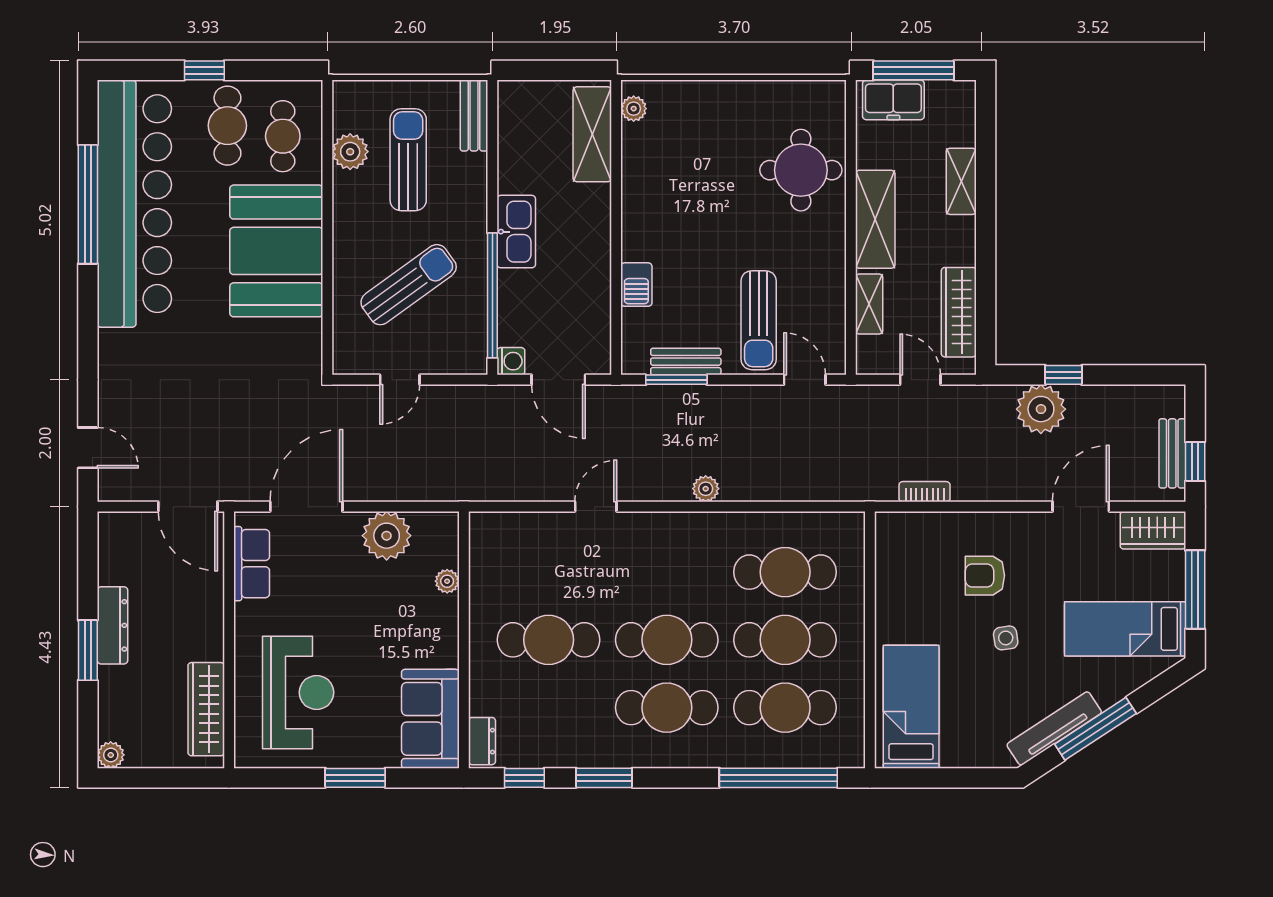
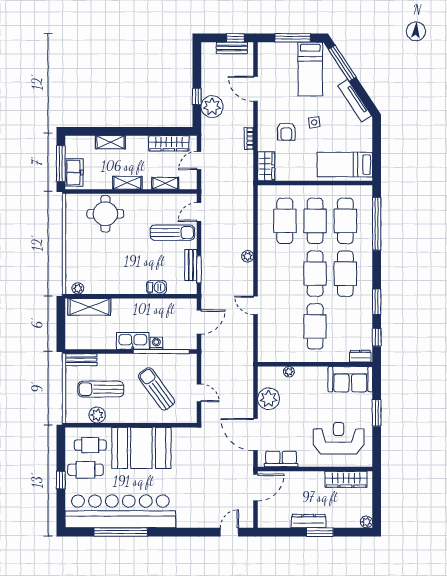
shelving: (875, 219) -> (127, 183), width x0.67, depth x0.75
washing machine: (511, 361) -> (156, 343), moved
bookcase: (925, 492) -> (249, 139), moved
wardrobe: (1153, 530) -> (266, 166), moved
window: (1095, 729) -> (342, 63), moved

